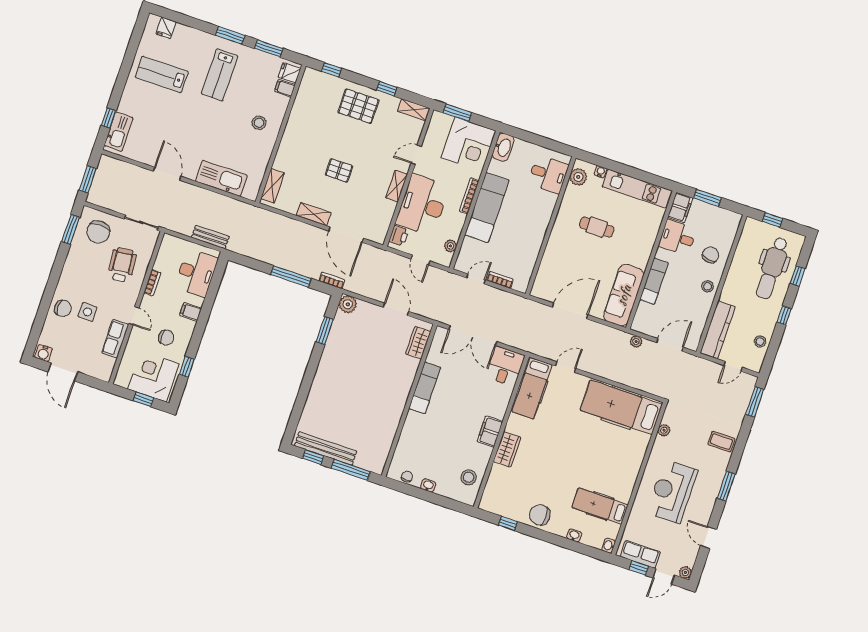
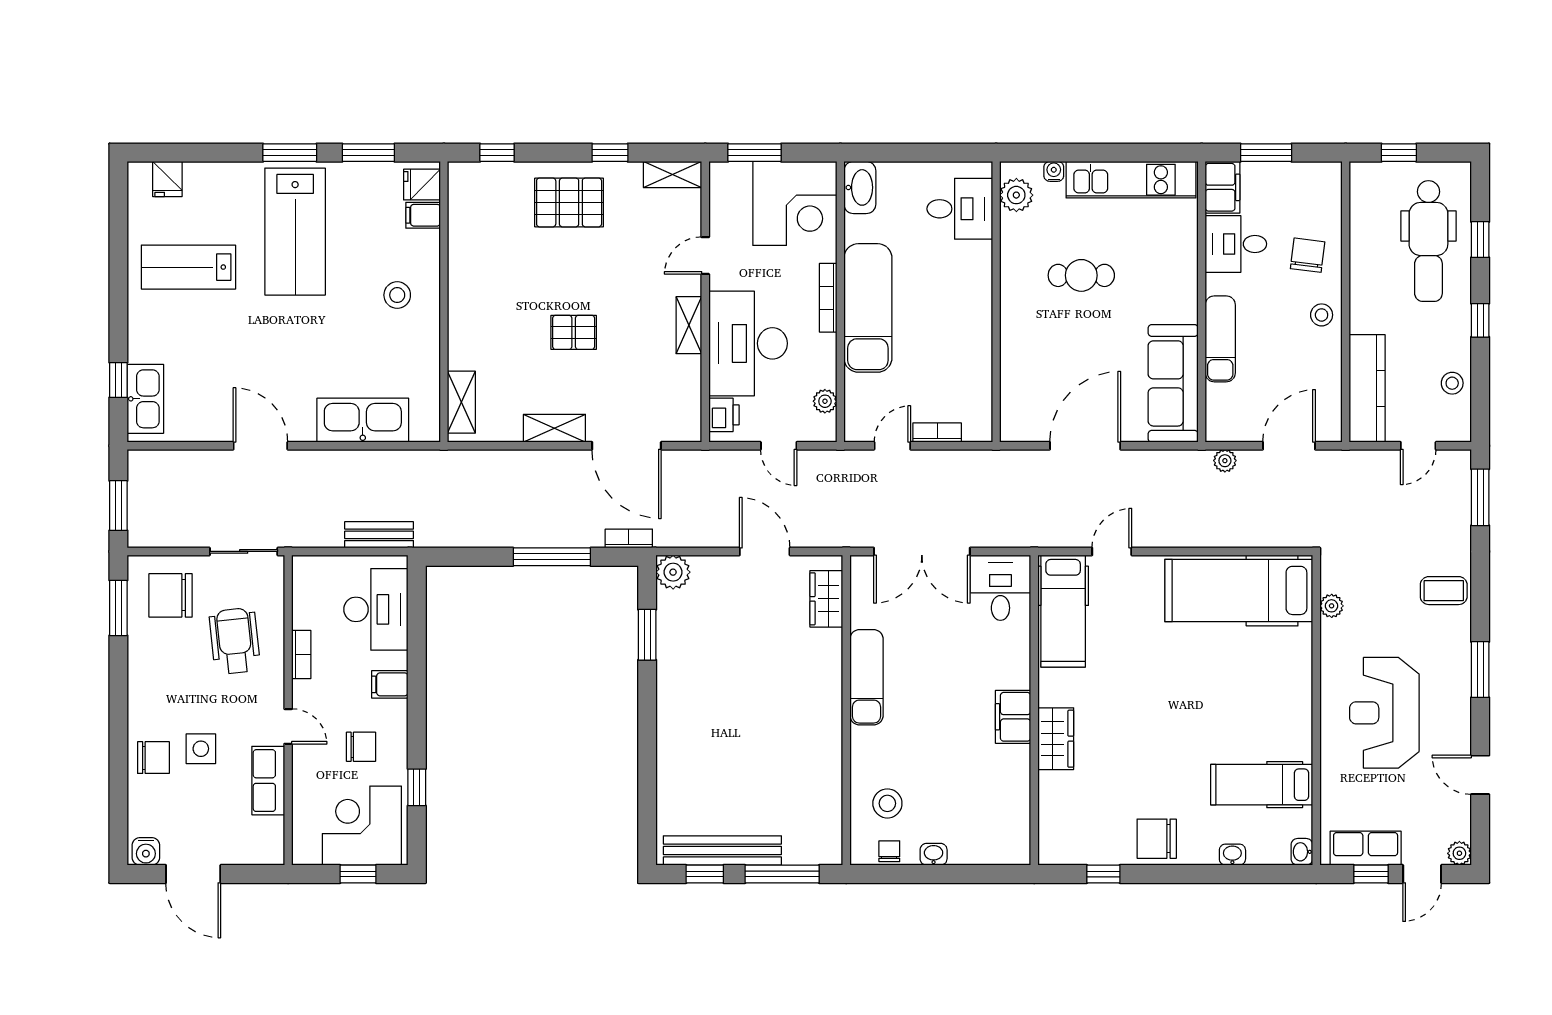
lab bench: (220, 75) -> (295, 232), width x1.36, depth x1.39
chair: (98, 232) -> (171, 595), turned 90
stool: (469, 477) -> (887, 803), moved

